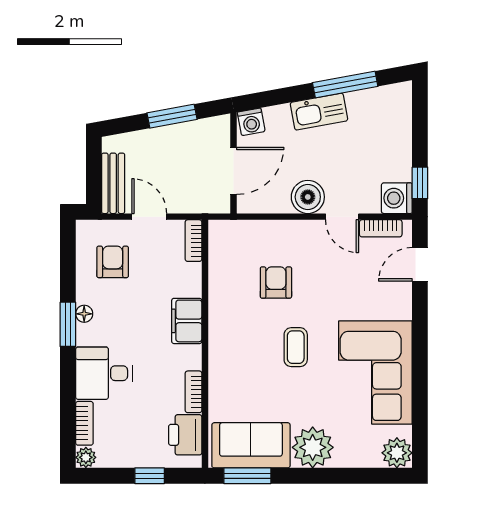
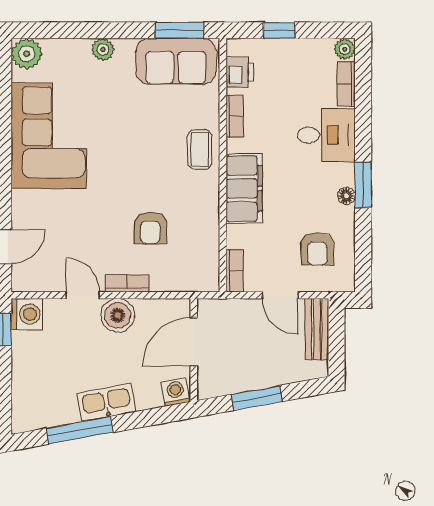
bookcase: (381, 228) -> (127, 283), moved
filing cabinet: (187, 321) -> (244, 189), width x1.50, depth x1.17
coffee table: (296, 347) -> (200, 149), moved
printer: (185, 435) -> (240, 72), width x0.73, depth x0.81
plant: (313, 447) -> (103, 49), width x0.53, depth x0.53

